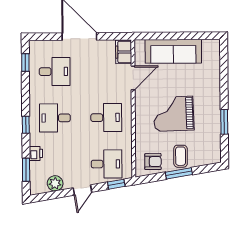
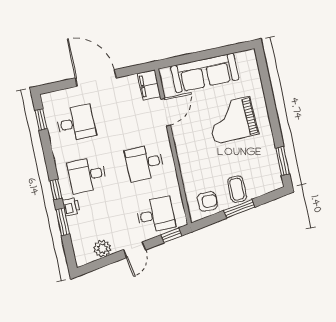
grand piano: (174, 114) -> (232, 120), moved
desk: (106, 118) -> (145, 163), turned 180
window: (224, 122) -> (283, 161), moved
printer: (36, 153) -> (71, 207), moved
window: (26, 170) -> (63, 222), moved

